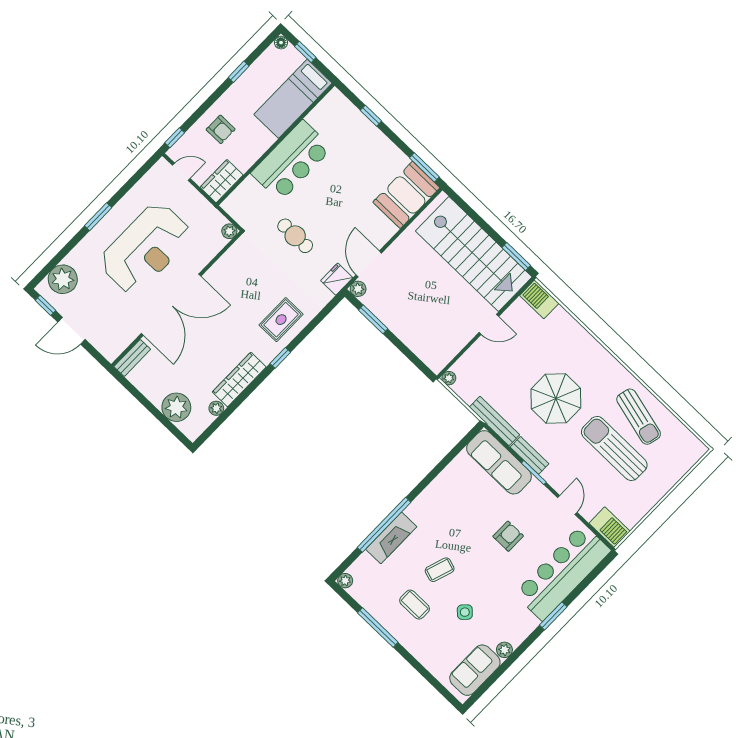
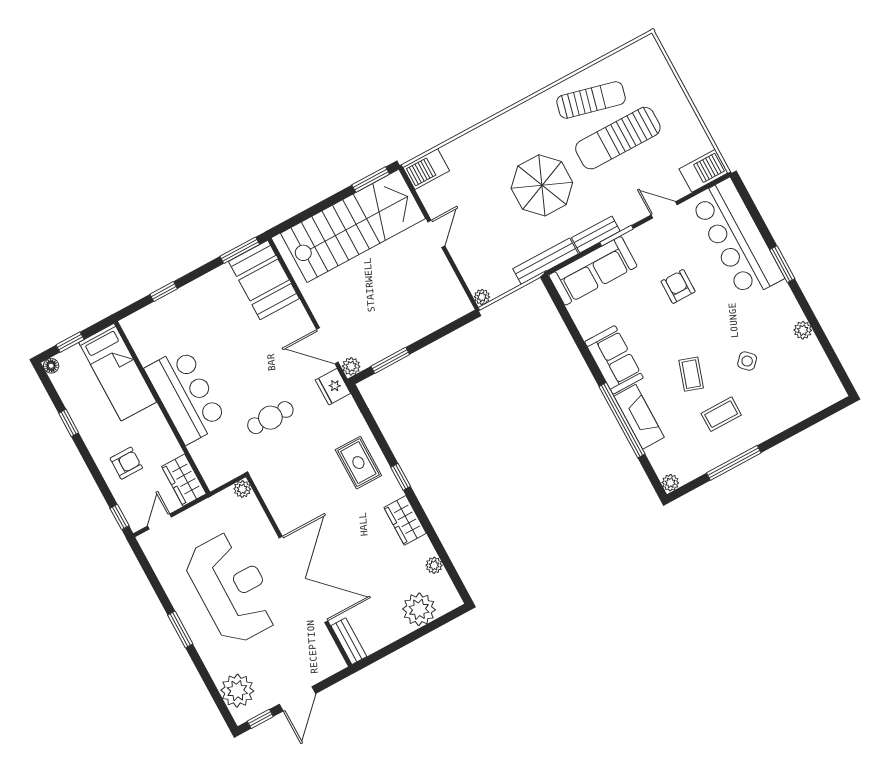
wardrobe: (239, 380) -> (405, 520), width x0.67
sofa: (475, 670) -> (614, 360), moved, turned 180

